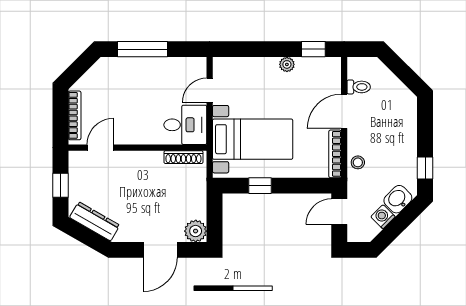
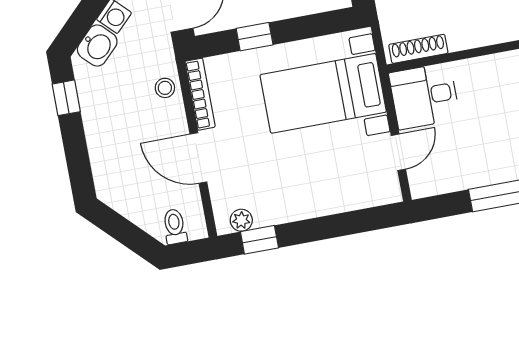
plant: (287, 64) -> (241, 220), moved
toilet: (359, 87) -> (175, 226), moved, turned 90
door: (344, 111) -> (198, 158), swing flipped
window: (260, 186) -> (255, 37), moved

